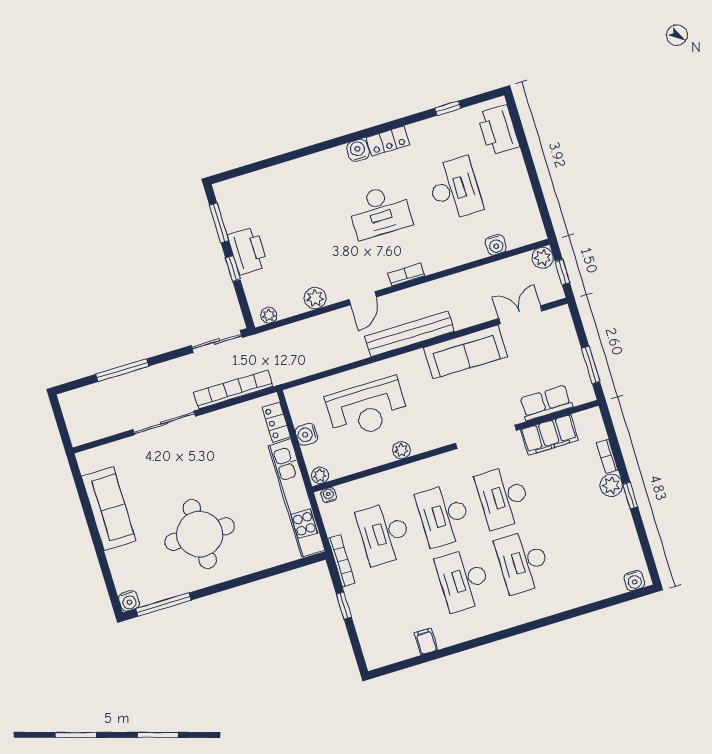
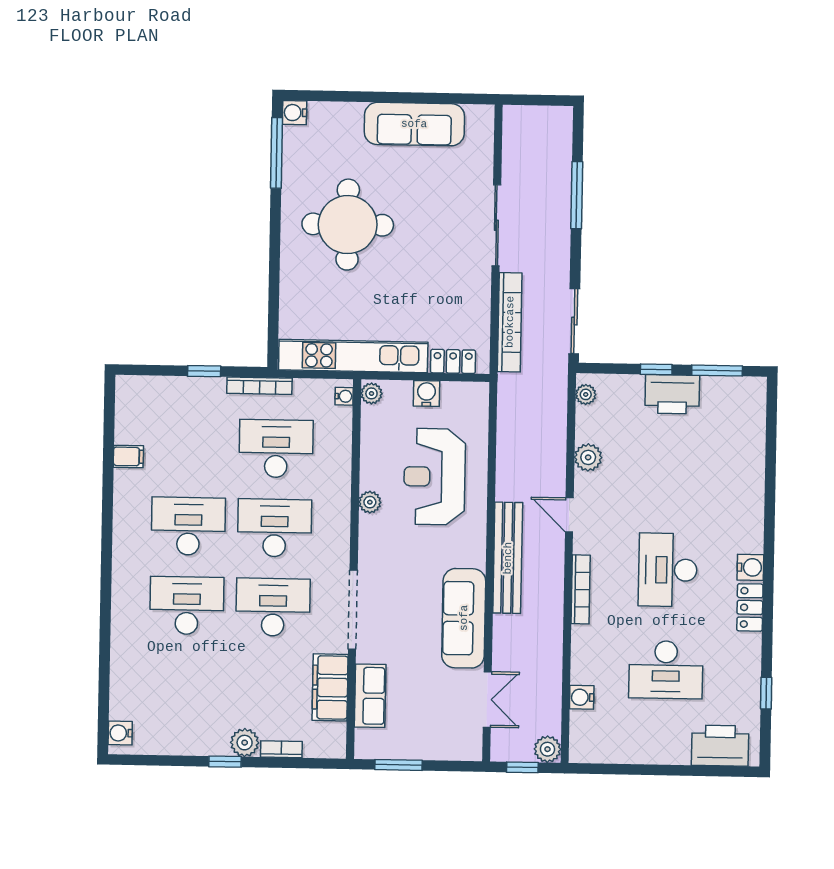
bookcase: (406, 275) -> (581, 589), width x1.56

